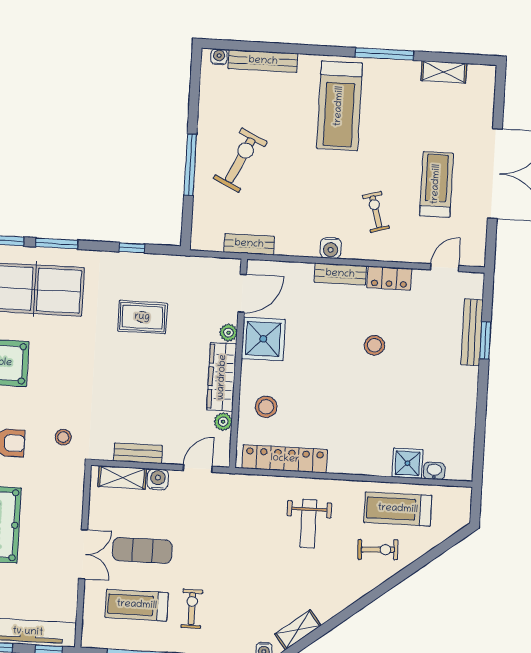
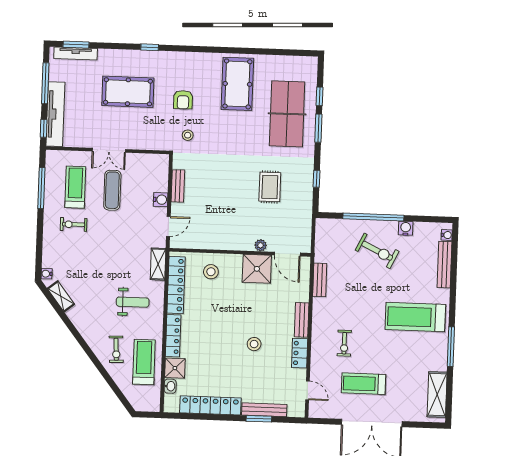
shelving: (444, 72) -> (437, 394), width x1.50, depth x1.33
window: (190, 165) -> (373, 217), width x1.46
treadmill: (436, 184) -> (364, 384), turned 180
exercise bike: (376, 212) -> (344, 343), turned 106
bench: (249, 244) -> (320, 280), moved
water cooler: (331, 248) -> (406, 228), moved, turned 90
wardrobe: (222, 377) -> (231, 241), removed
locker: (464, 412) -> (210, 405), added
plant: (223, 422) -> (200, 243), removed
locker: (360, 465) -> (173, 336), added
door: (198, 468) -> (168, 226), hinge flipped
shelving: (122, 477) -> (158, 264), moved
weight bench: (309, 524) -> (133, 302), turned 180
exercise bike: (192, 609) -> (74, 224), turned 180

